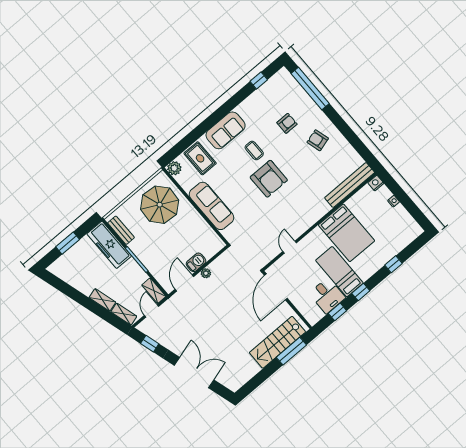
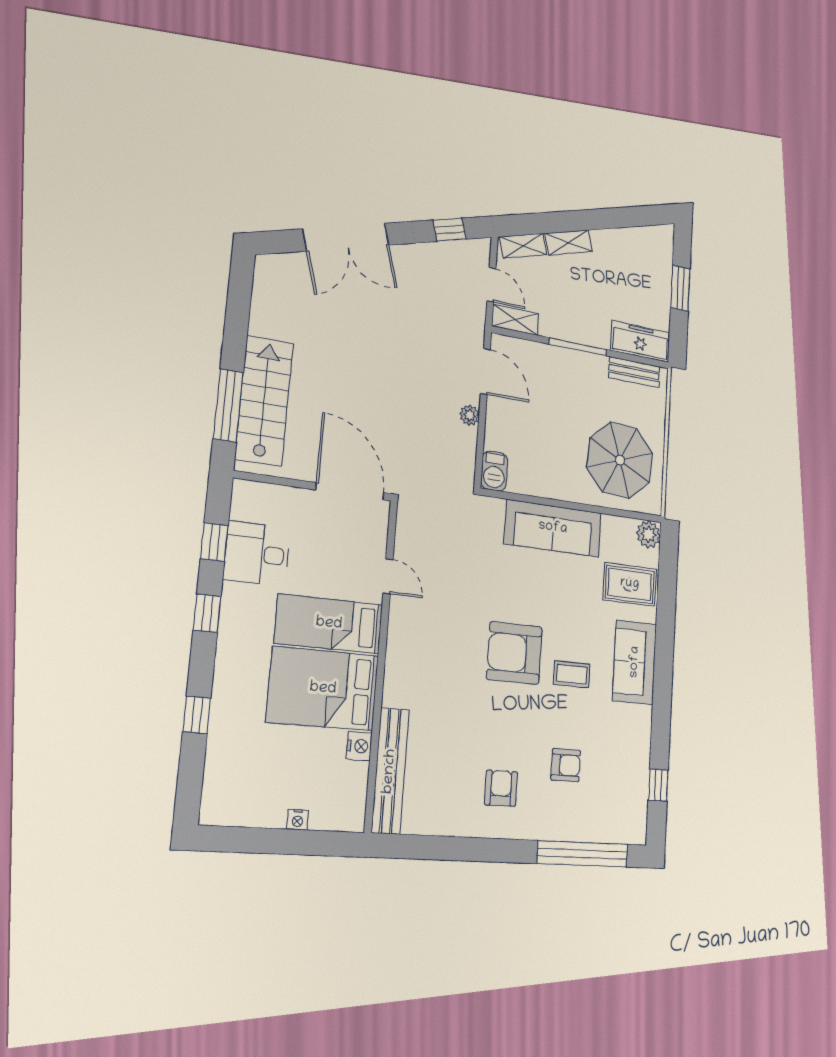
armchair: (287, 123) -> (566, 765), turned -90
armchair: (318, 140) -> (501, 788), turned -74
nightstand: (376, 183) -> (359, 746), moved
freezer: (109, 245) -> (640, 341), width x0.73, depth x0.79
barbecue: (196, 262) -> (494, 471), moved
bed: (339, 272) -> (329, 624), moved, turned 180

